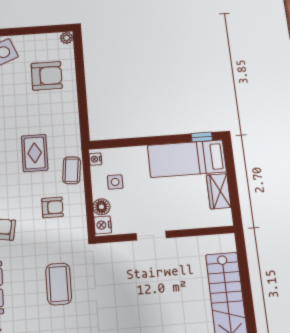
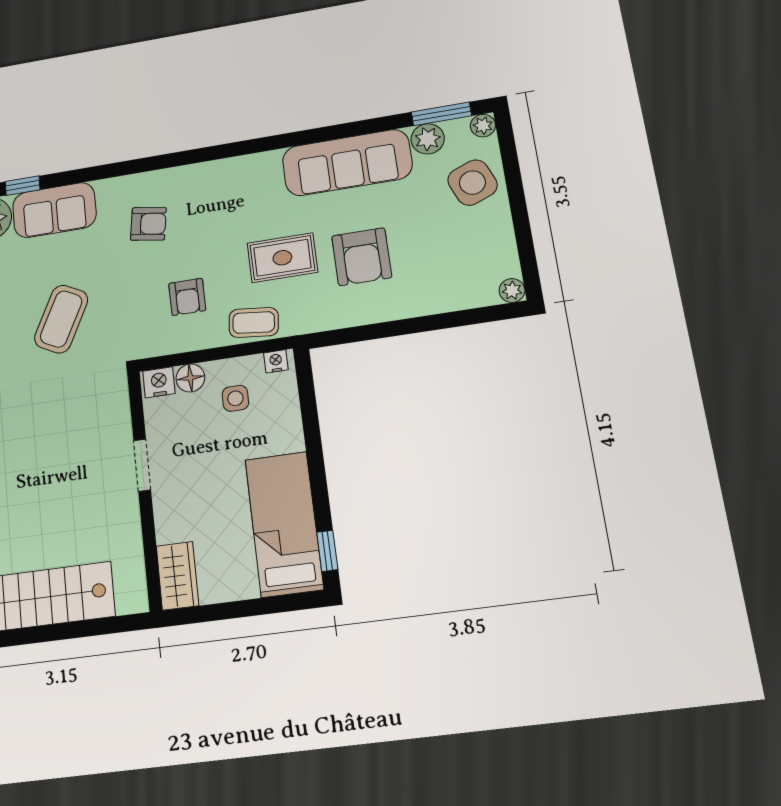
armchair: (47, 76) -> (362, 257), moved
wardrobe: (219, 191) -> (177, 576), moved, turned 90
coffee table: (59, 284) -> (61, 319), turned -63

